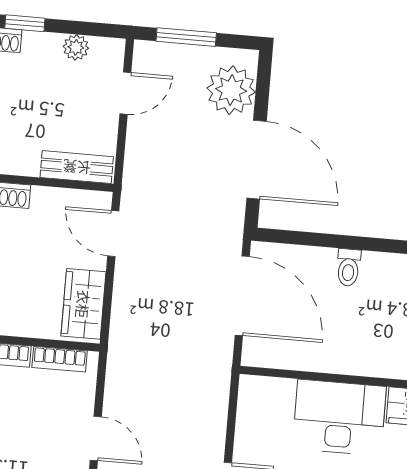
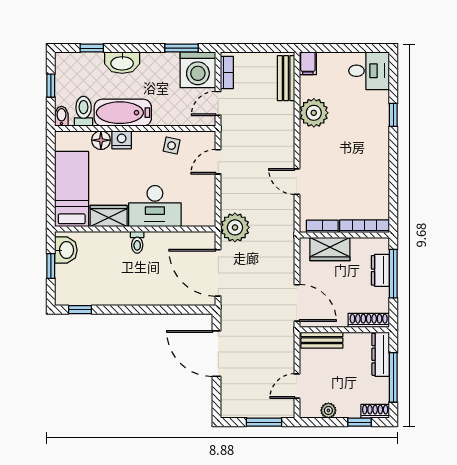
plant: (231, 90) -> (235, 227), moved
door: (113, 233) -> (297, 303), width x1.38
toilet: (348, 267) -> (137, 242), moved, turned 180
wardrobe: (83, 304) -> (330, 249), moved, turned 90

